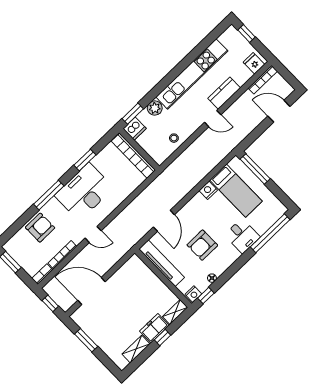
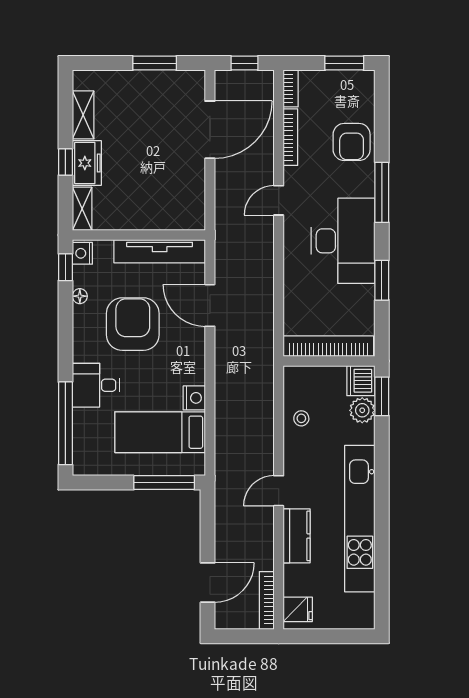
window: (246, 33) -> (344, 636), removed
plant: (155, 108) -> (362, 410), moved
armchair: (202, 245) -> (133, 324), width x1.36, depth x1.36

